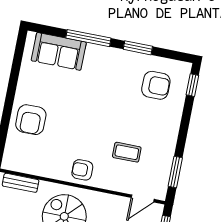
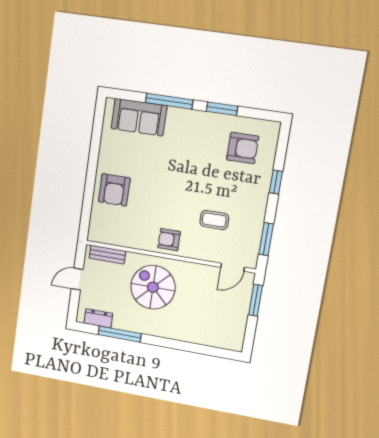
window: (192, 85) -> (276, 182), moved

